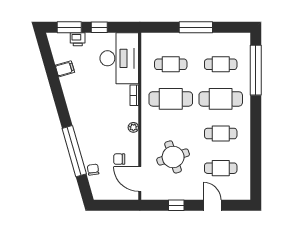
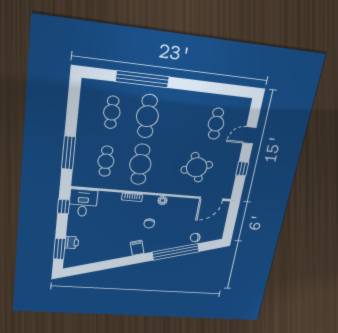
window: (99, 27) -> (63, 207), moved
window: (196, 27) -> (69, 153), moved
desk: (119, 58) -> (83, 203), width x0.53, depth x0.77
filing cabinet: (65, 69) -> (137, 248), moved
window: (256, 70) -> (142, 79), moved
cafe table: (221, 134) -> (182, 120), removed
chair: (119, 159) -> (149, 223), moved

